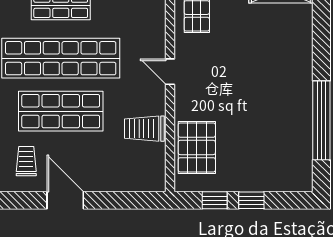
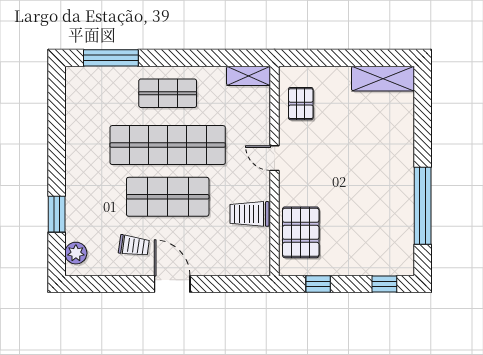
trolley: (26, 161) -> (134, 246), turned 98
window: (251, 200) -> (384, 284), moved

